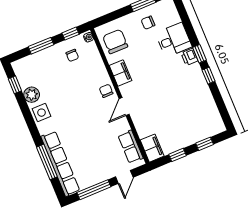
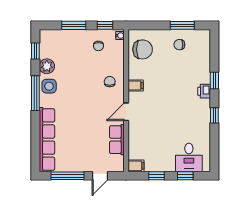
desk: (174, 40) -> (189, 157), moved, turned 90
chair: (115, 41) -> (143, 49), turned 90
window: (199, 54) -> (214, 80), moved
filing cabinet: (121, 73) -> (136, 86), width x0.50
chair: (106, 91) -> (110, 82), moved
row of seats: (131, 147) -> (117, 140), moved
filing cabinet: (152, 148) -> (136, 166), width x0.50
window: (47, 162) -> (35, 93), moved

